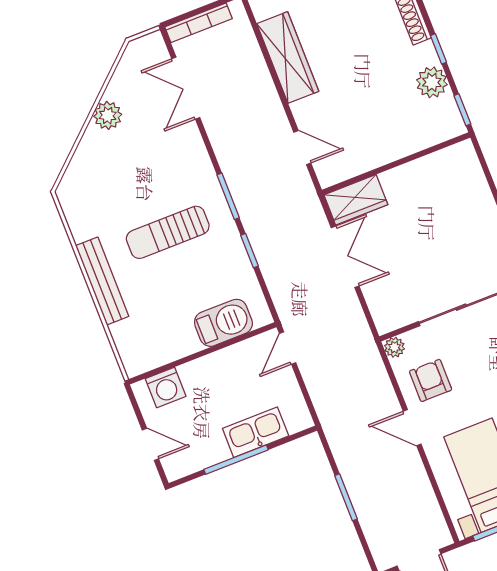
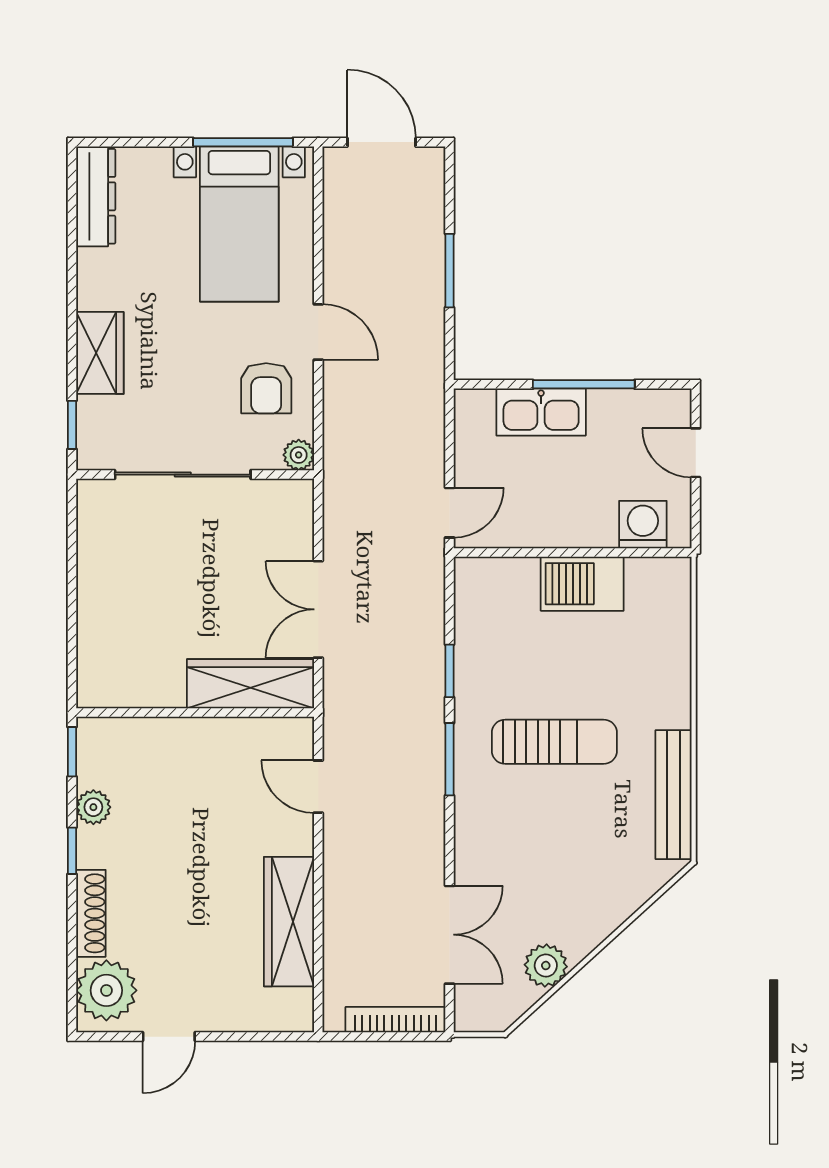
plant: (432, 82) -> (93, 807), width x0.73, depth x0.73
plant: (108, 115) -> (546, 966), moved
wardrobe: (356, 200) -> (250, 684), width x1.50
bench: (102, 281) -> (673, 795), moved
barbecue: (223, 323) -> (582, 584), moved

